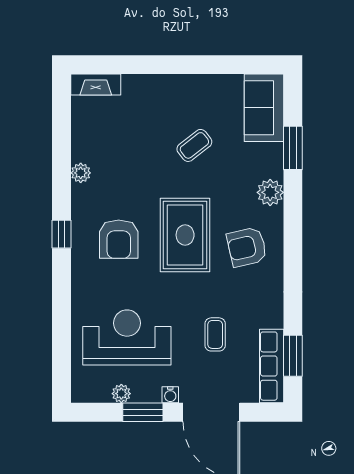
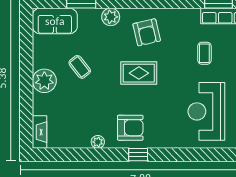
plant: (173, 92) -> (44, 81), added
rug: (185, 235) -> (139, 73), width x0.73, depth x0.70
armchair: (119, 239) -> (130, 128), moved
coffee table: (215, 334) -> (204, 53), turned 90

